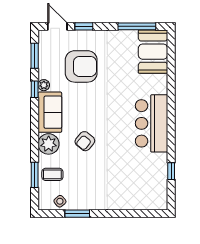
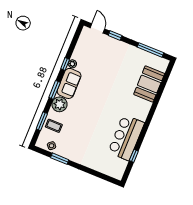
booth: (153, 52) -> (149, 84), moved
window: (35, 56) -> (55, 90), moved
armchair: (81, 66) -> (102, 62), removed
bar counter: (151, 123) -> (126, 138), moved
armchair: (85, 141) -> (85, 112), removed

